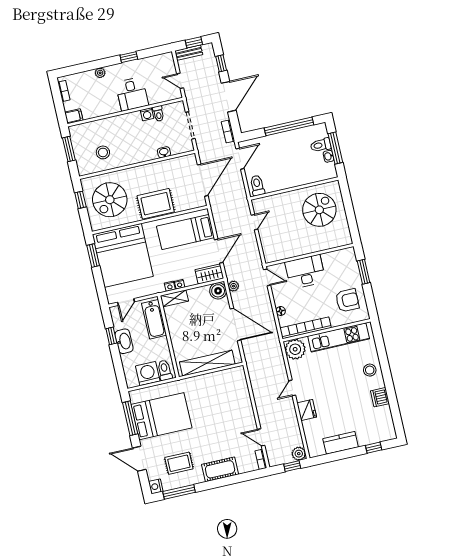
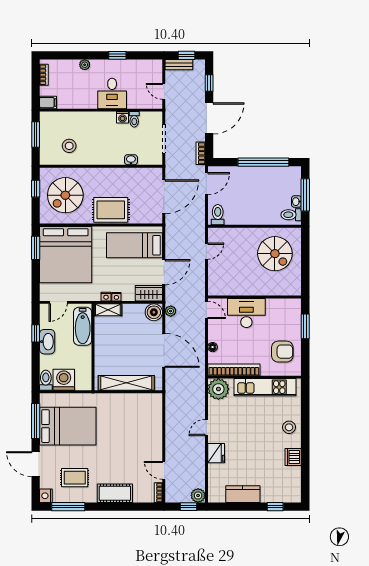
toilet: (321, 145) -> (291, 215), moved
spiral stairs: (319, 210) -> (275, 254), turned 90
toilet: (165, 370) -> (46, 380), moved

